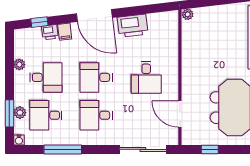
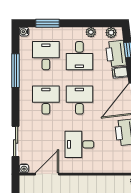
printer: (50, 32) -> (116, 54), width x1.87, depth x1.48
plant: (20, 113) -> (111, 33), moved
water cooler: (173, 140) -> (24, 168), added
sliding door: (143, 149) -> (16, 141), width x0.73

